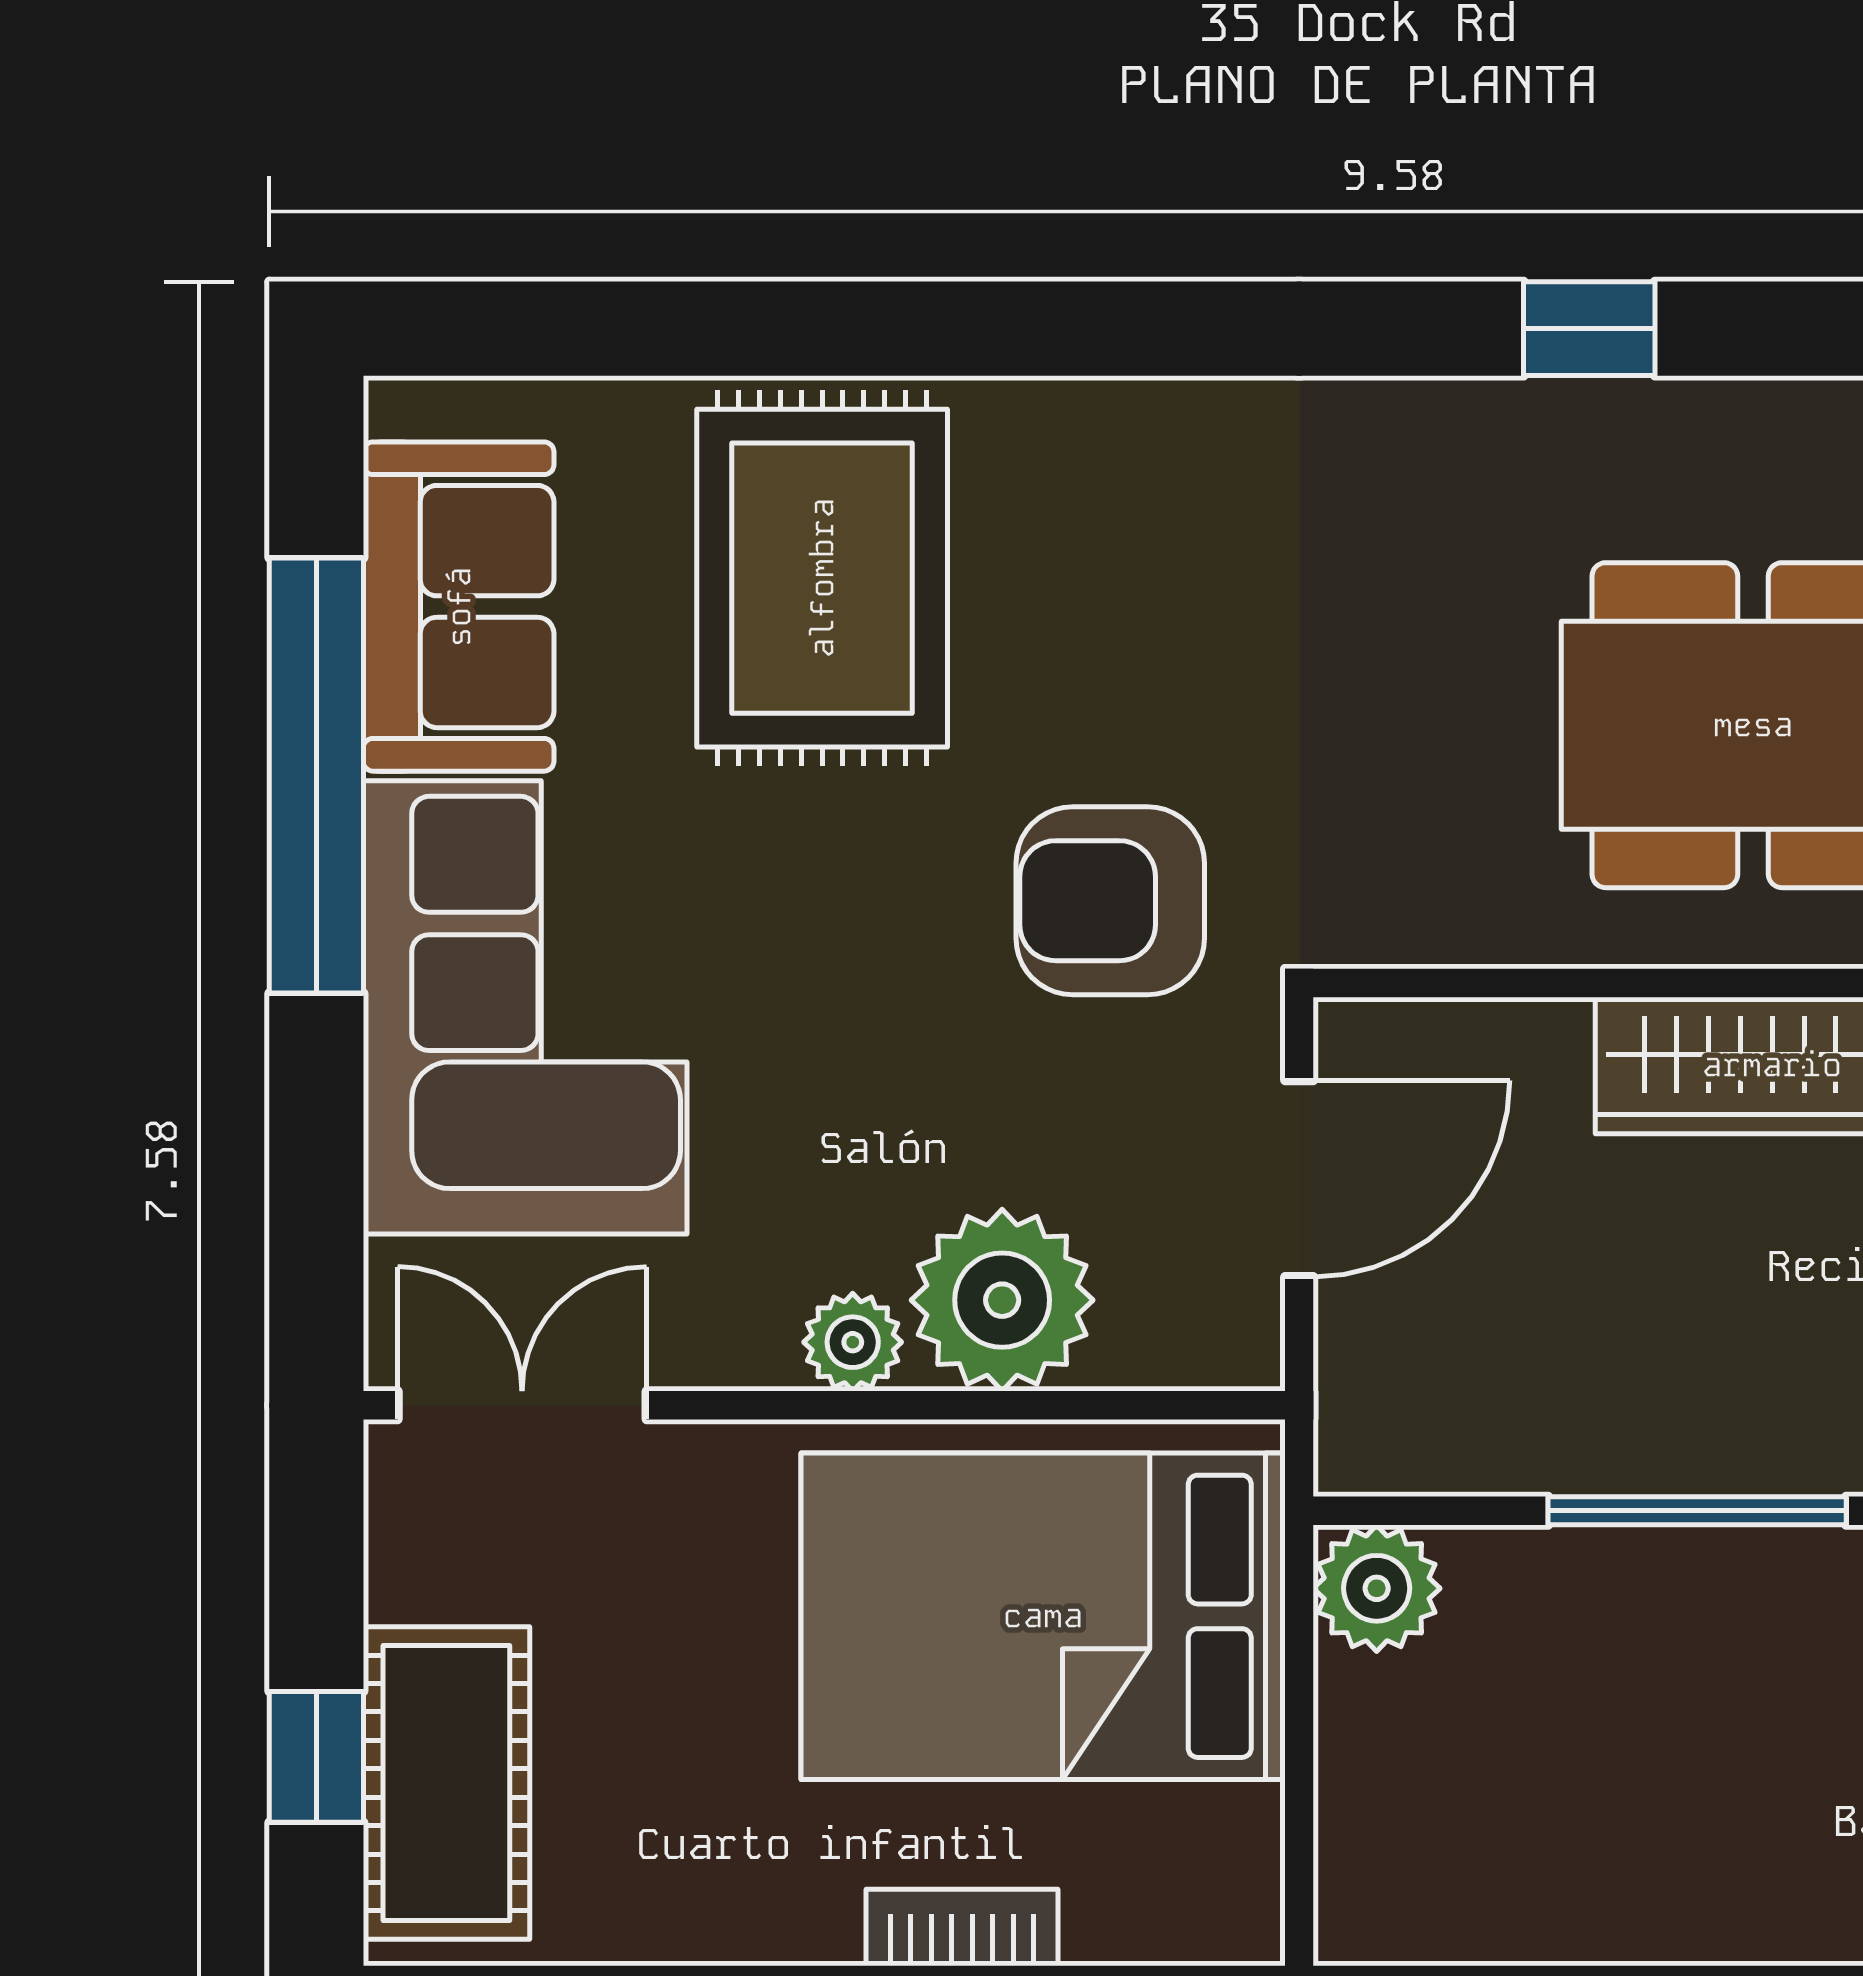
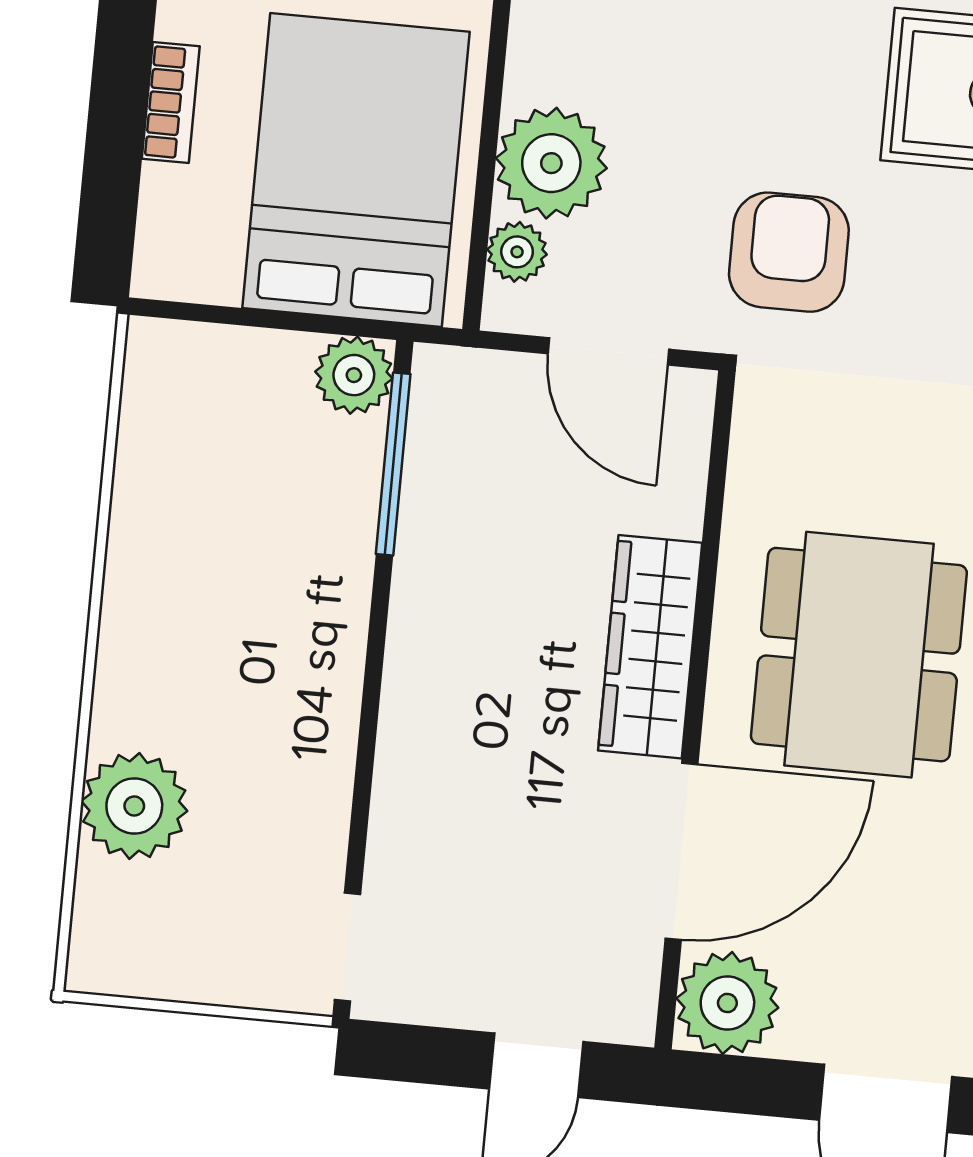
plant: (853, 1342) -> (517, 252), moved
window: (1697, 1511) -> (393, 464), moved

